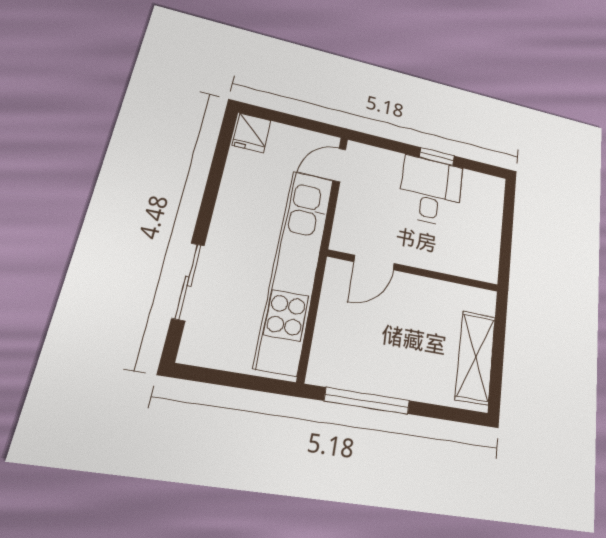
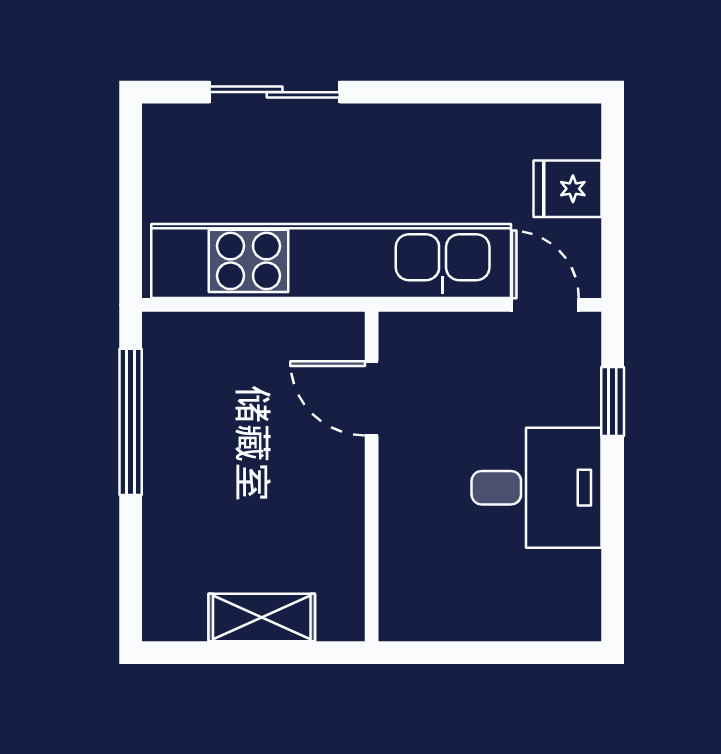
fridge: (252, 133) -> (567, 189), moved
window: (437, 157) -> (613, 401), moved
shelving: (475, 357) -> (262, 617), width x0.67, depth x0.75

